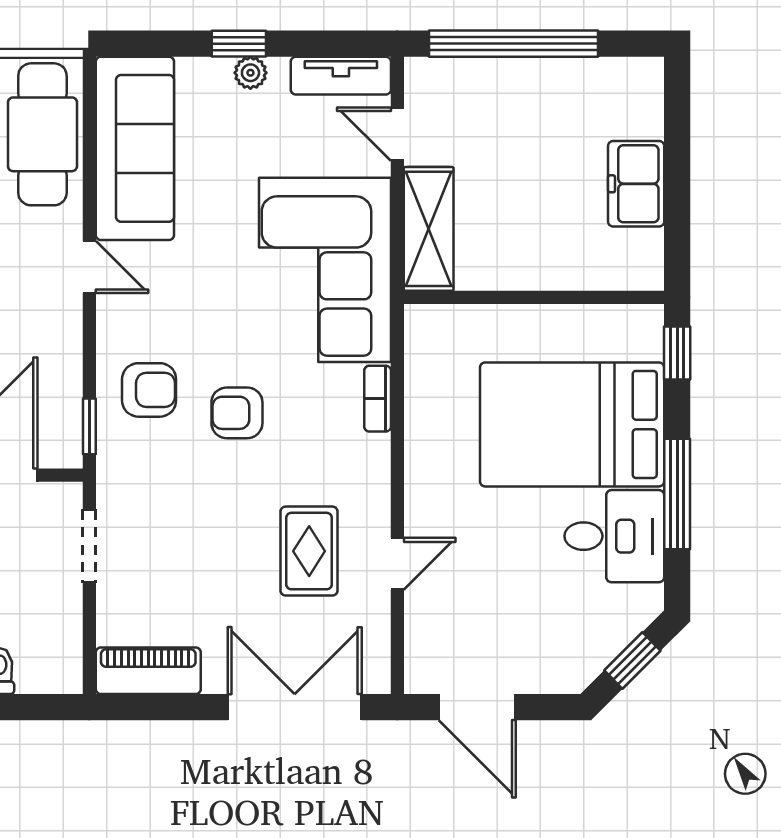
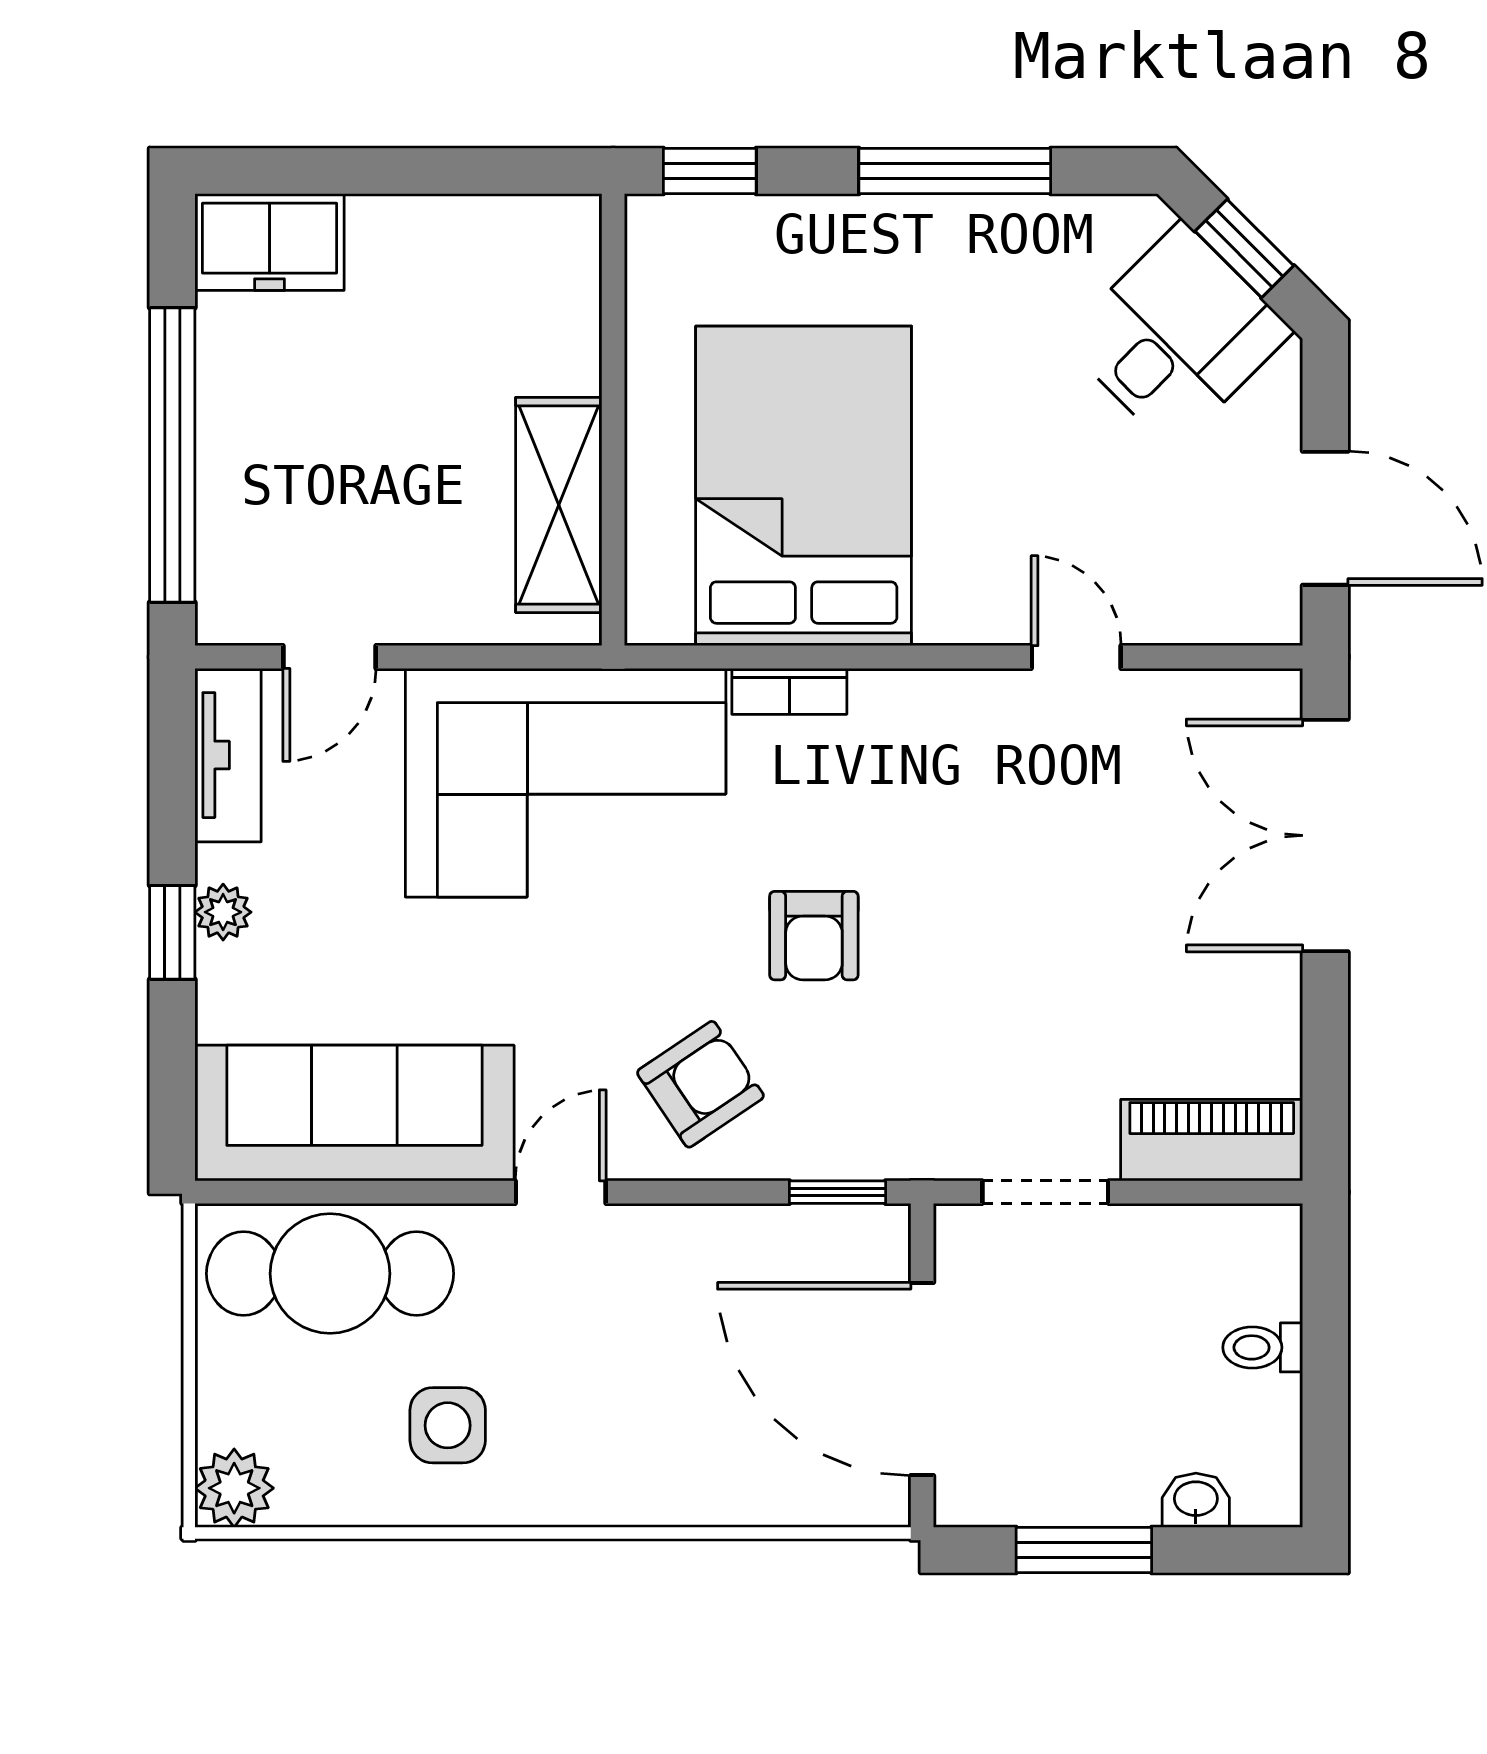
freezer: (636, 184) -> (270, 242), moved
shelving: (429, 229) -> (559, 505), moved, turned 90
armchair: (149, 390) -> (700, 1084), moved, turned 56
bed: (572, 424) -> (804, 486), moved, turned 180
desk: (614, 536) -> (1177, 336), moved, turned 45
rug: (309, 551) -> (1054, 810), removed
piano: (148, 671) -> (1212, 1140), moved, turned 90
door: (477, 707) -> (1325, 518), hinge flipped

